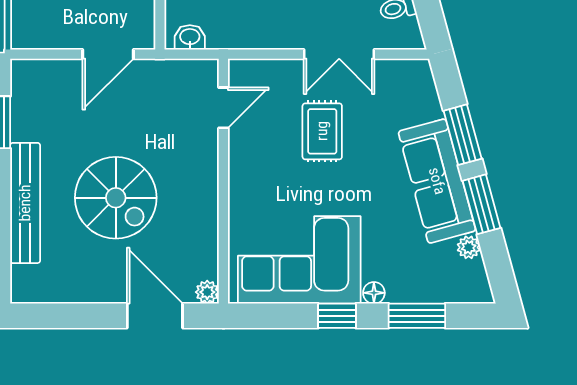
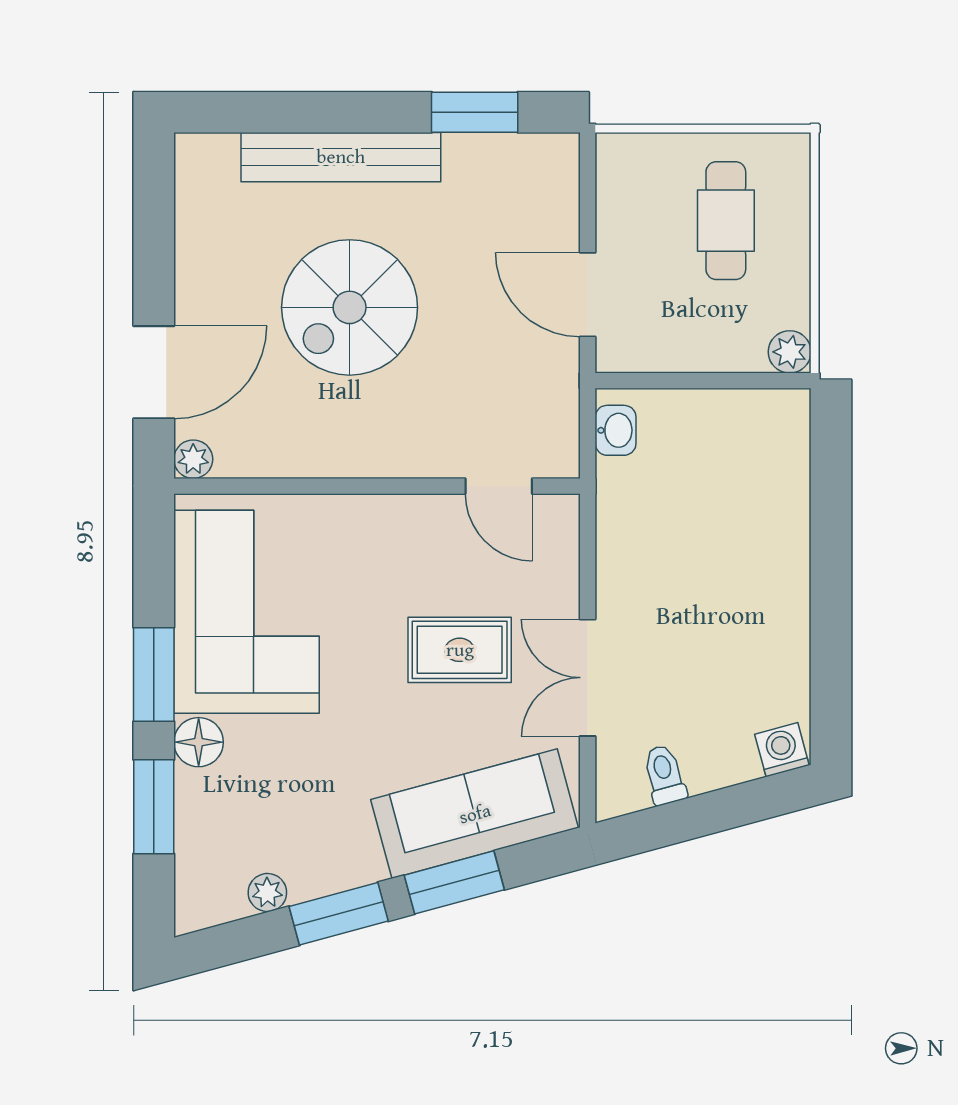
sofa: (437, 181) -> (475, 814), moved
floor lamp: (374, 293) -> (199, 742), width x1.37, depth x1.37
window: (337, 316) -> (154, 674), width x1.50

